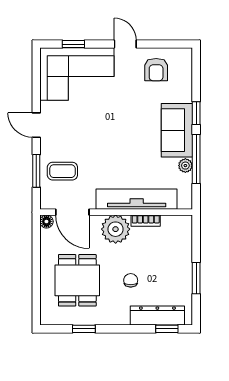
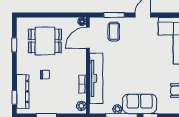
plant: (116, 229) -> (81, 106), moved, width x0.53, depth x0.53

